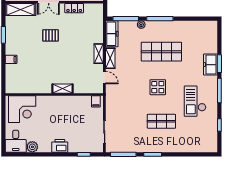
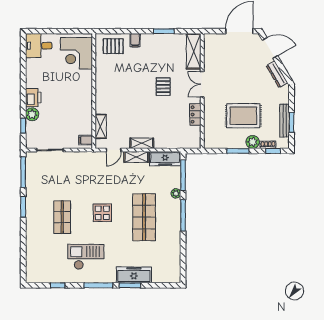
freezer: (210, 65) -> (134, 275), width x1.40
pallet: (16, 78) -> (113, 46), added
shelving: (63, 89) -> (101, 126), moved
plant: (32, 147) -> (32, 114), moved

